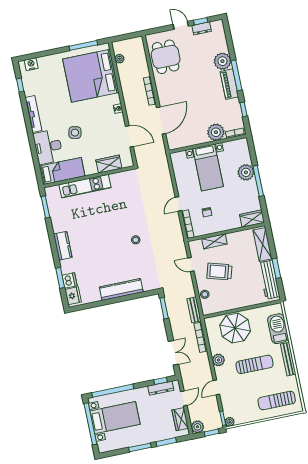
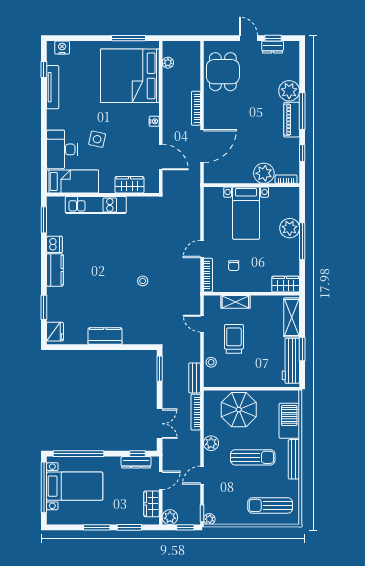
tv unit: (34, 114) -> (53, 87), moved
trolley: (219, 271) -> (234, 339), turned 74
dishwasher: (69, 280) -> (54, 244), moved
kitchen counter: (121, 289) -> (105, 336), width x0.67

